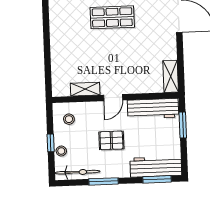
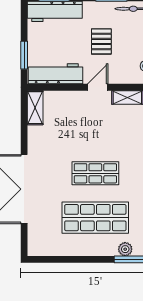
pallet: (111, 140) -> (101, 41), turned 90

